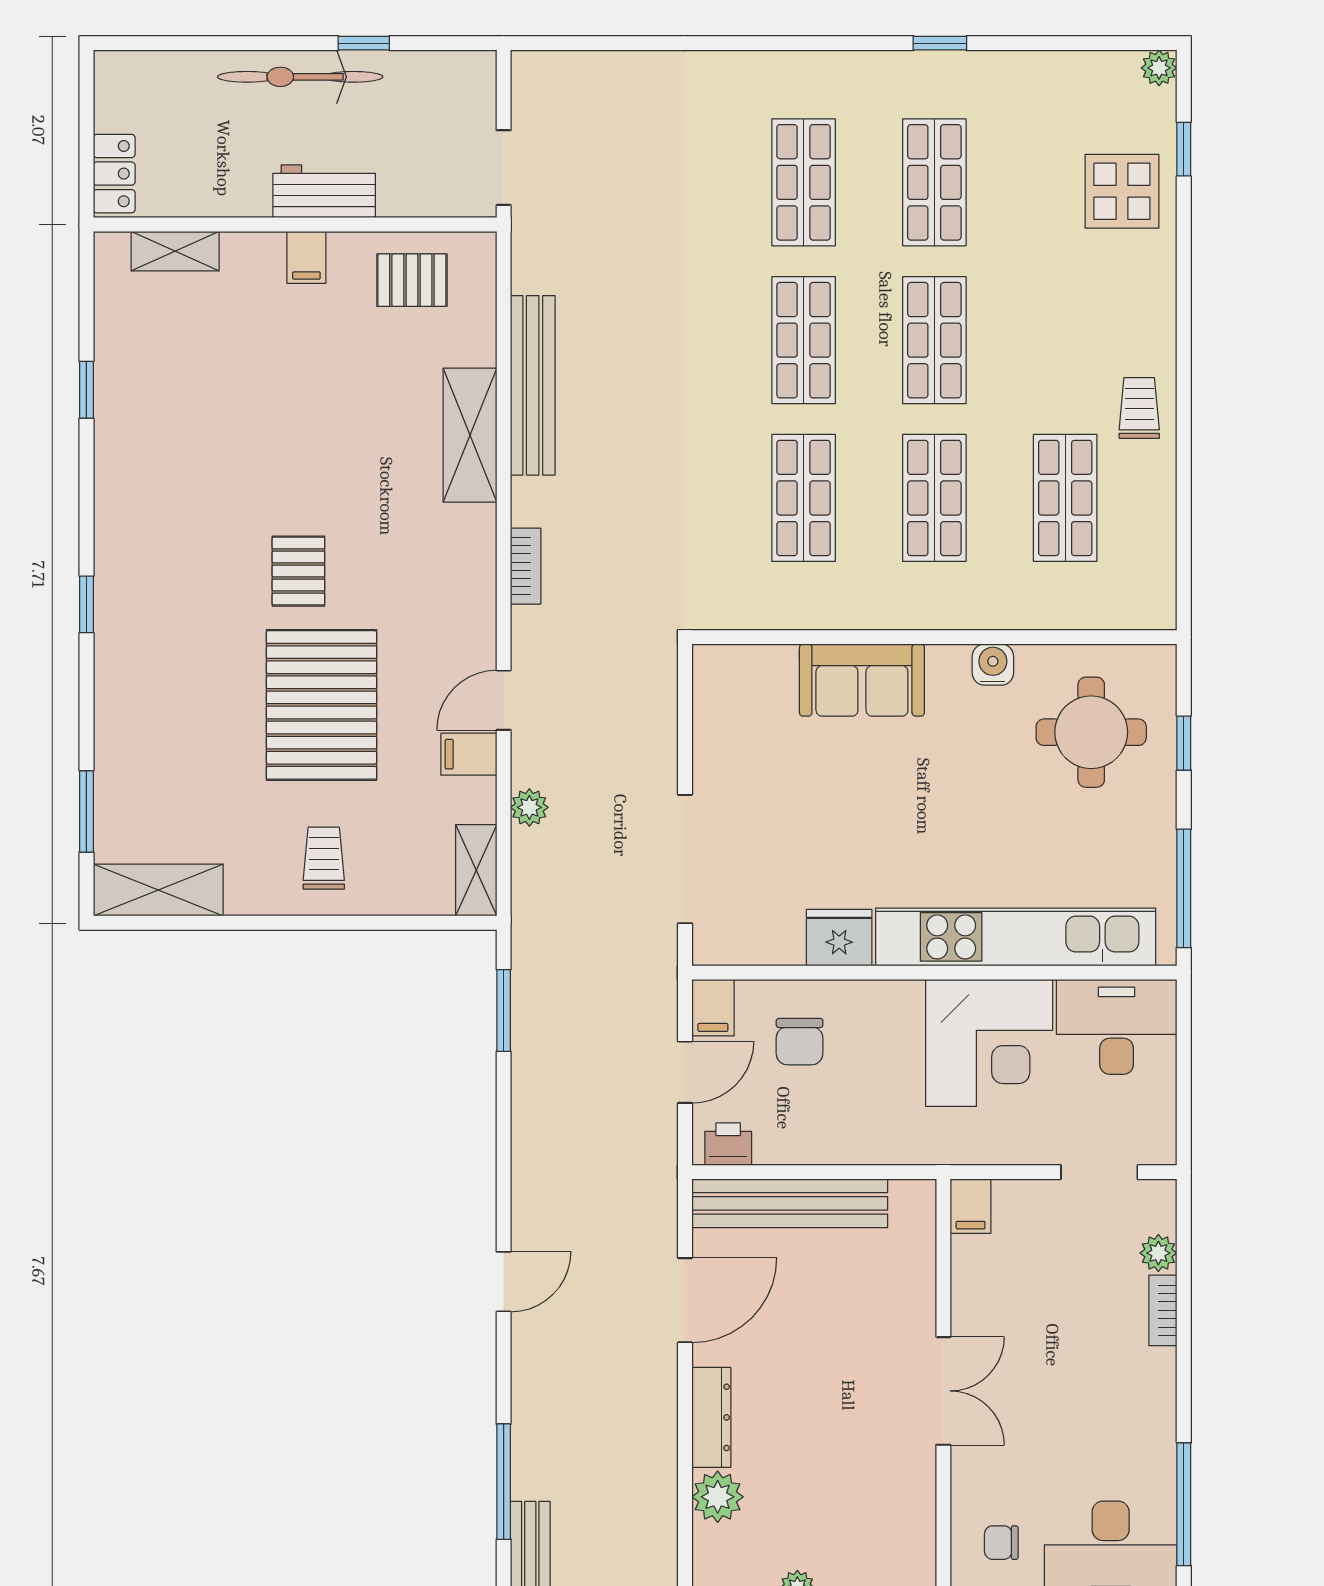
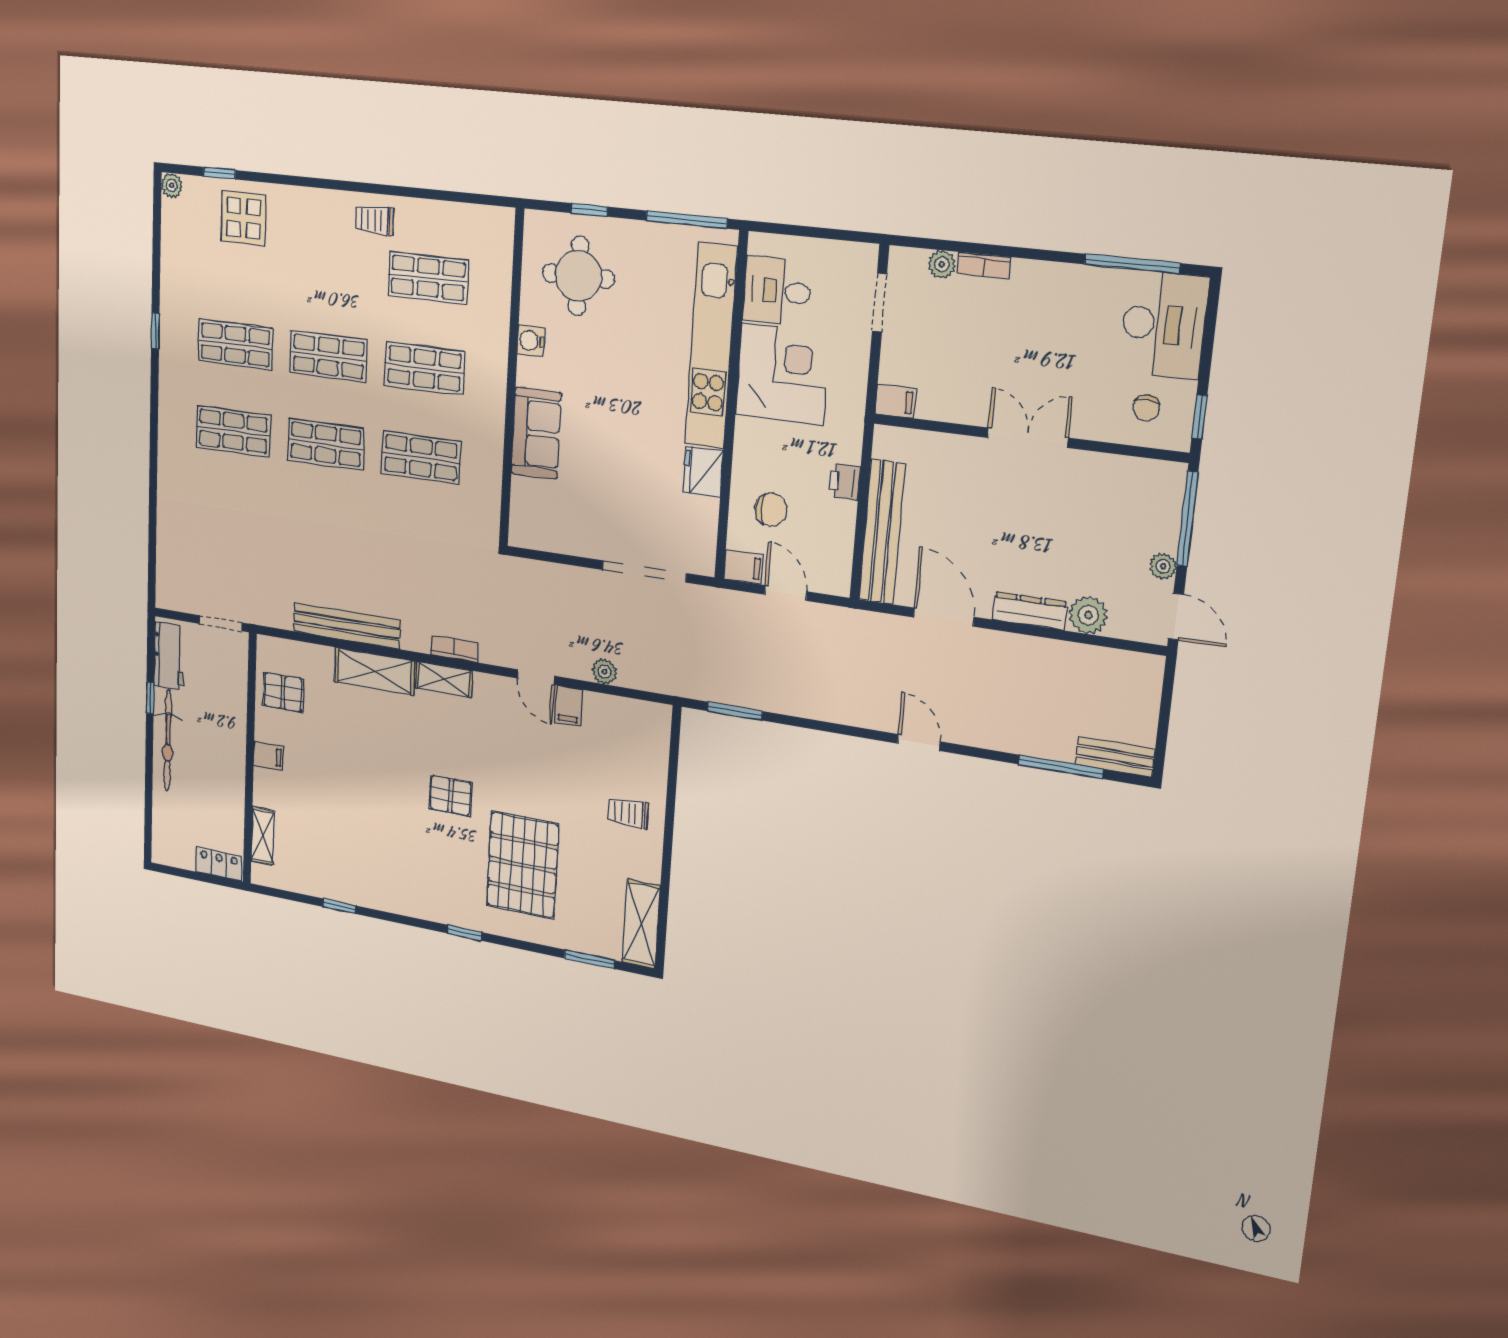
workbench: (324, 191) -> (169, 656), moved, turned 180
pallet: (412, 280) -> (283, 692), turned 90
pallet: (321, 705) -> (523, 865), moved, turned 90
shelving: (476, 870) -> (444, 679), moved
desk: (1117, 1027) -> (777, 291), width x0.73
printer: (728, 1144) -> (844, 482), moved

